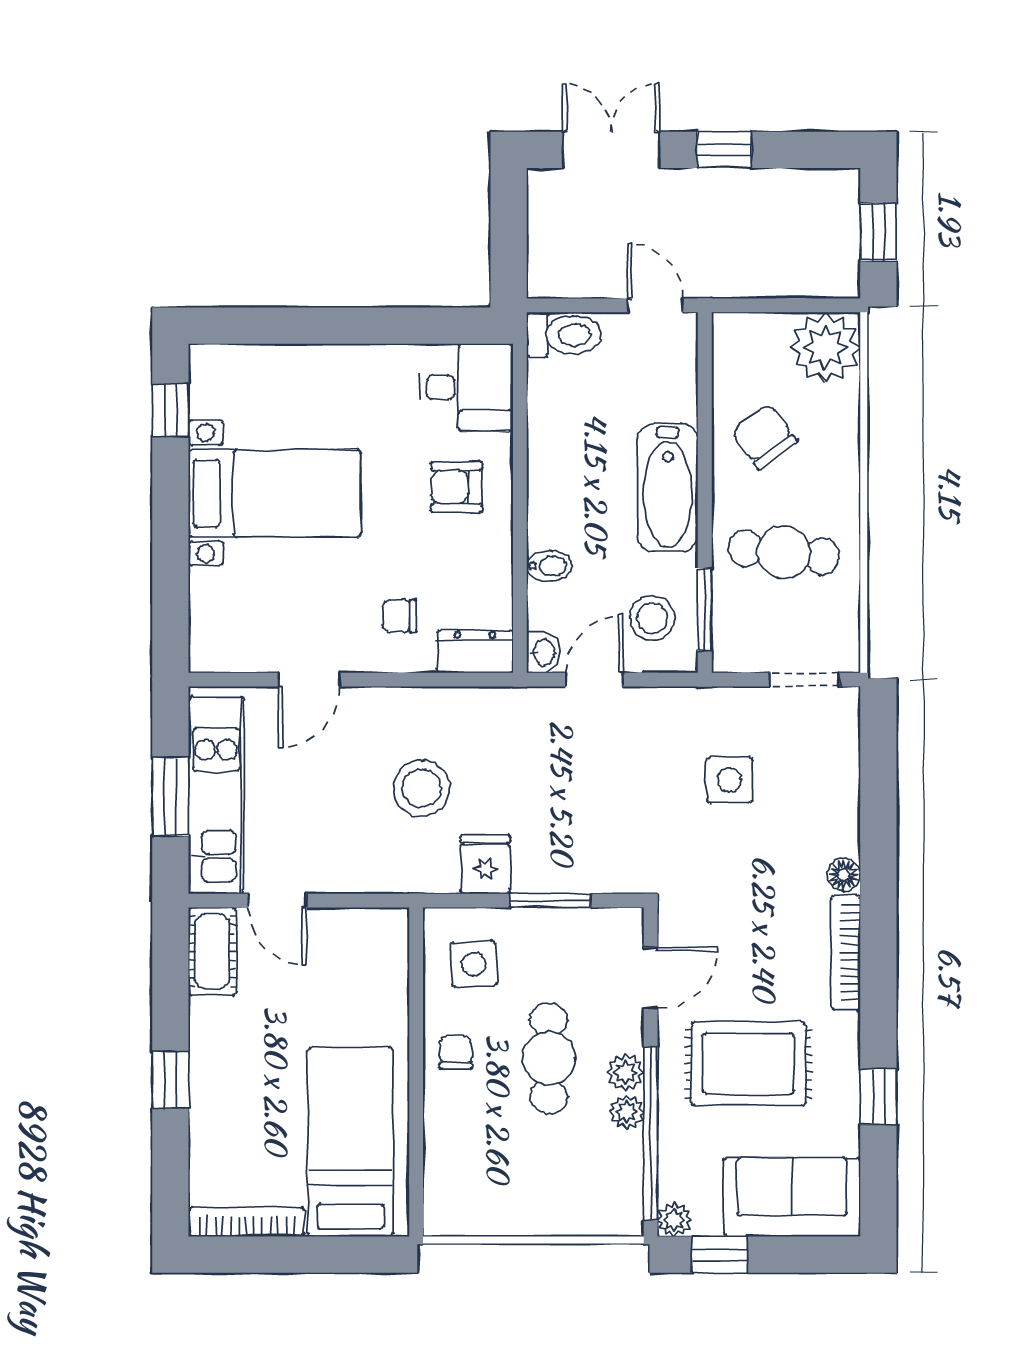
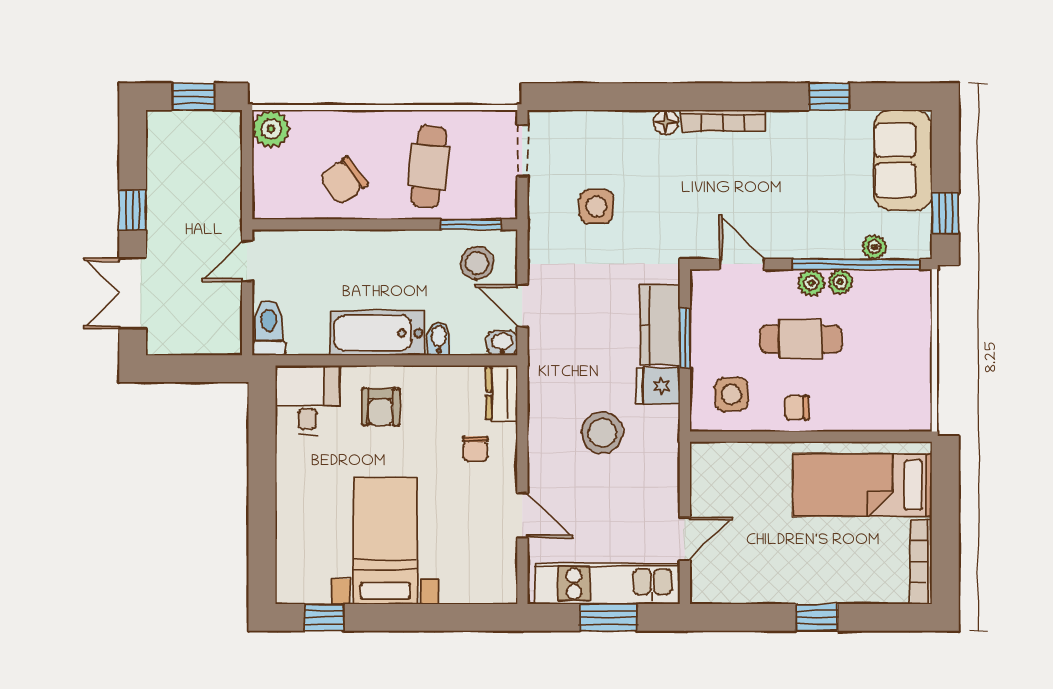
plant: (825, 347) -> (271, 129), width x0.73, depth x0.73
bathtub: (668, 488) -> (378, 333), moved, turned 180
kitchen counter: (568, 867) -> (660, 325), added
cot: (212, 951) -> (722, 587), removed
rug: (748, 1064) -> (805, 192), removed
plant: (674, 1220) -> (874, 247), moved

